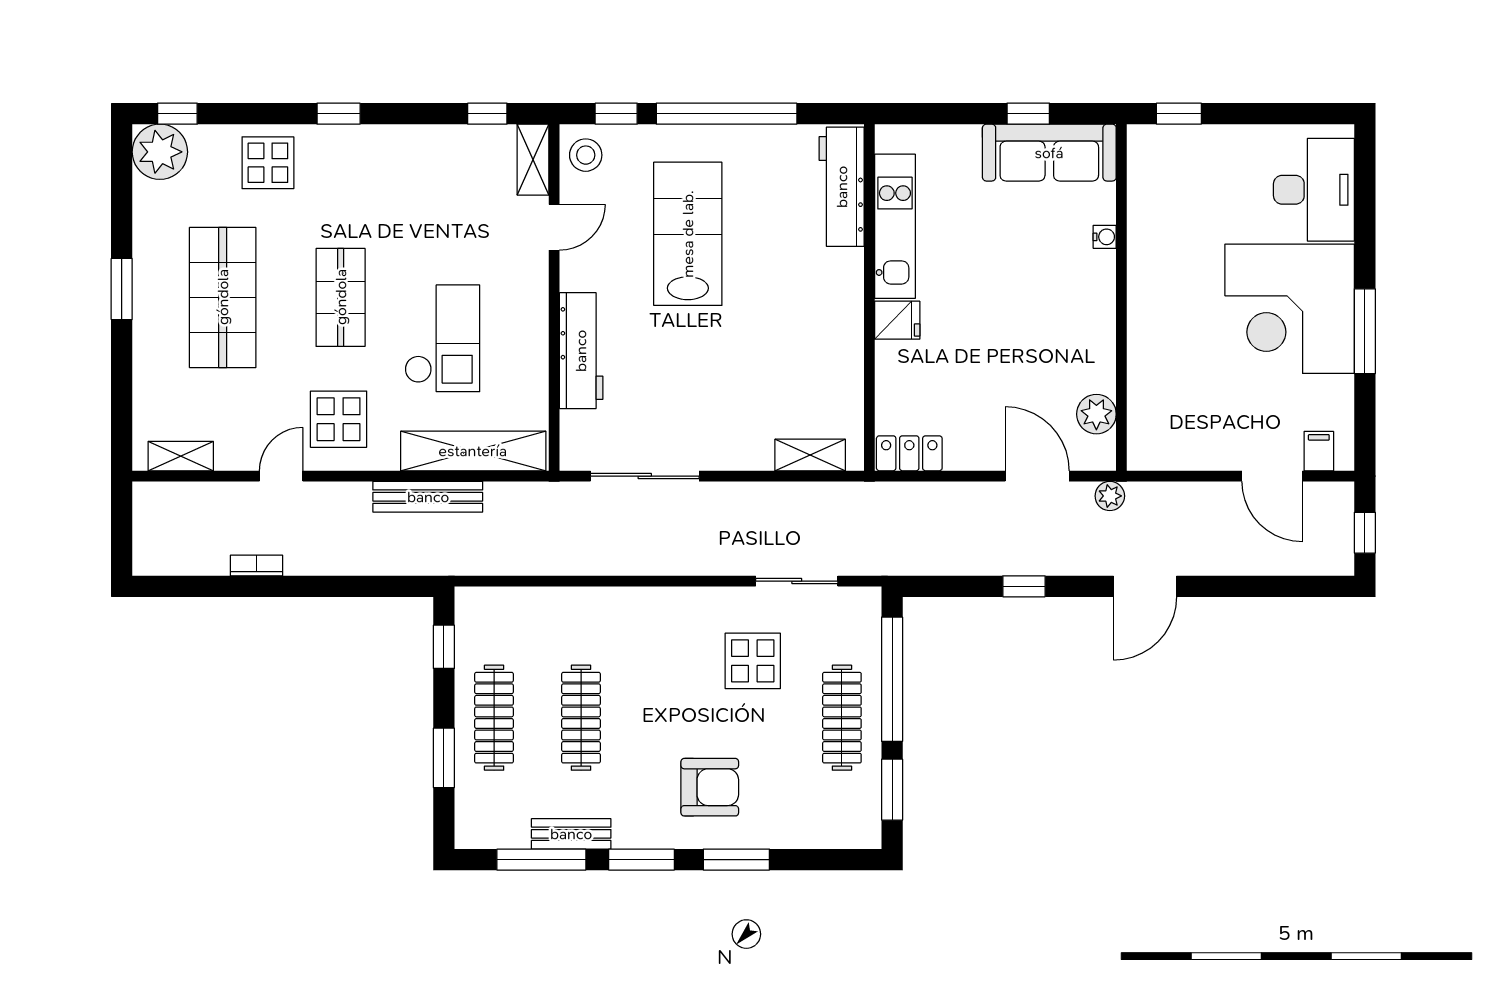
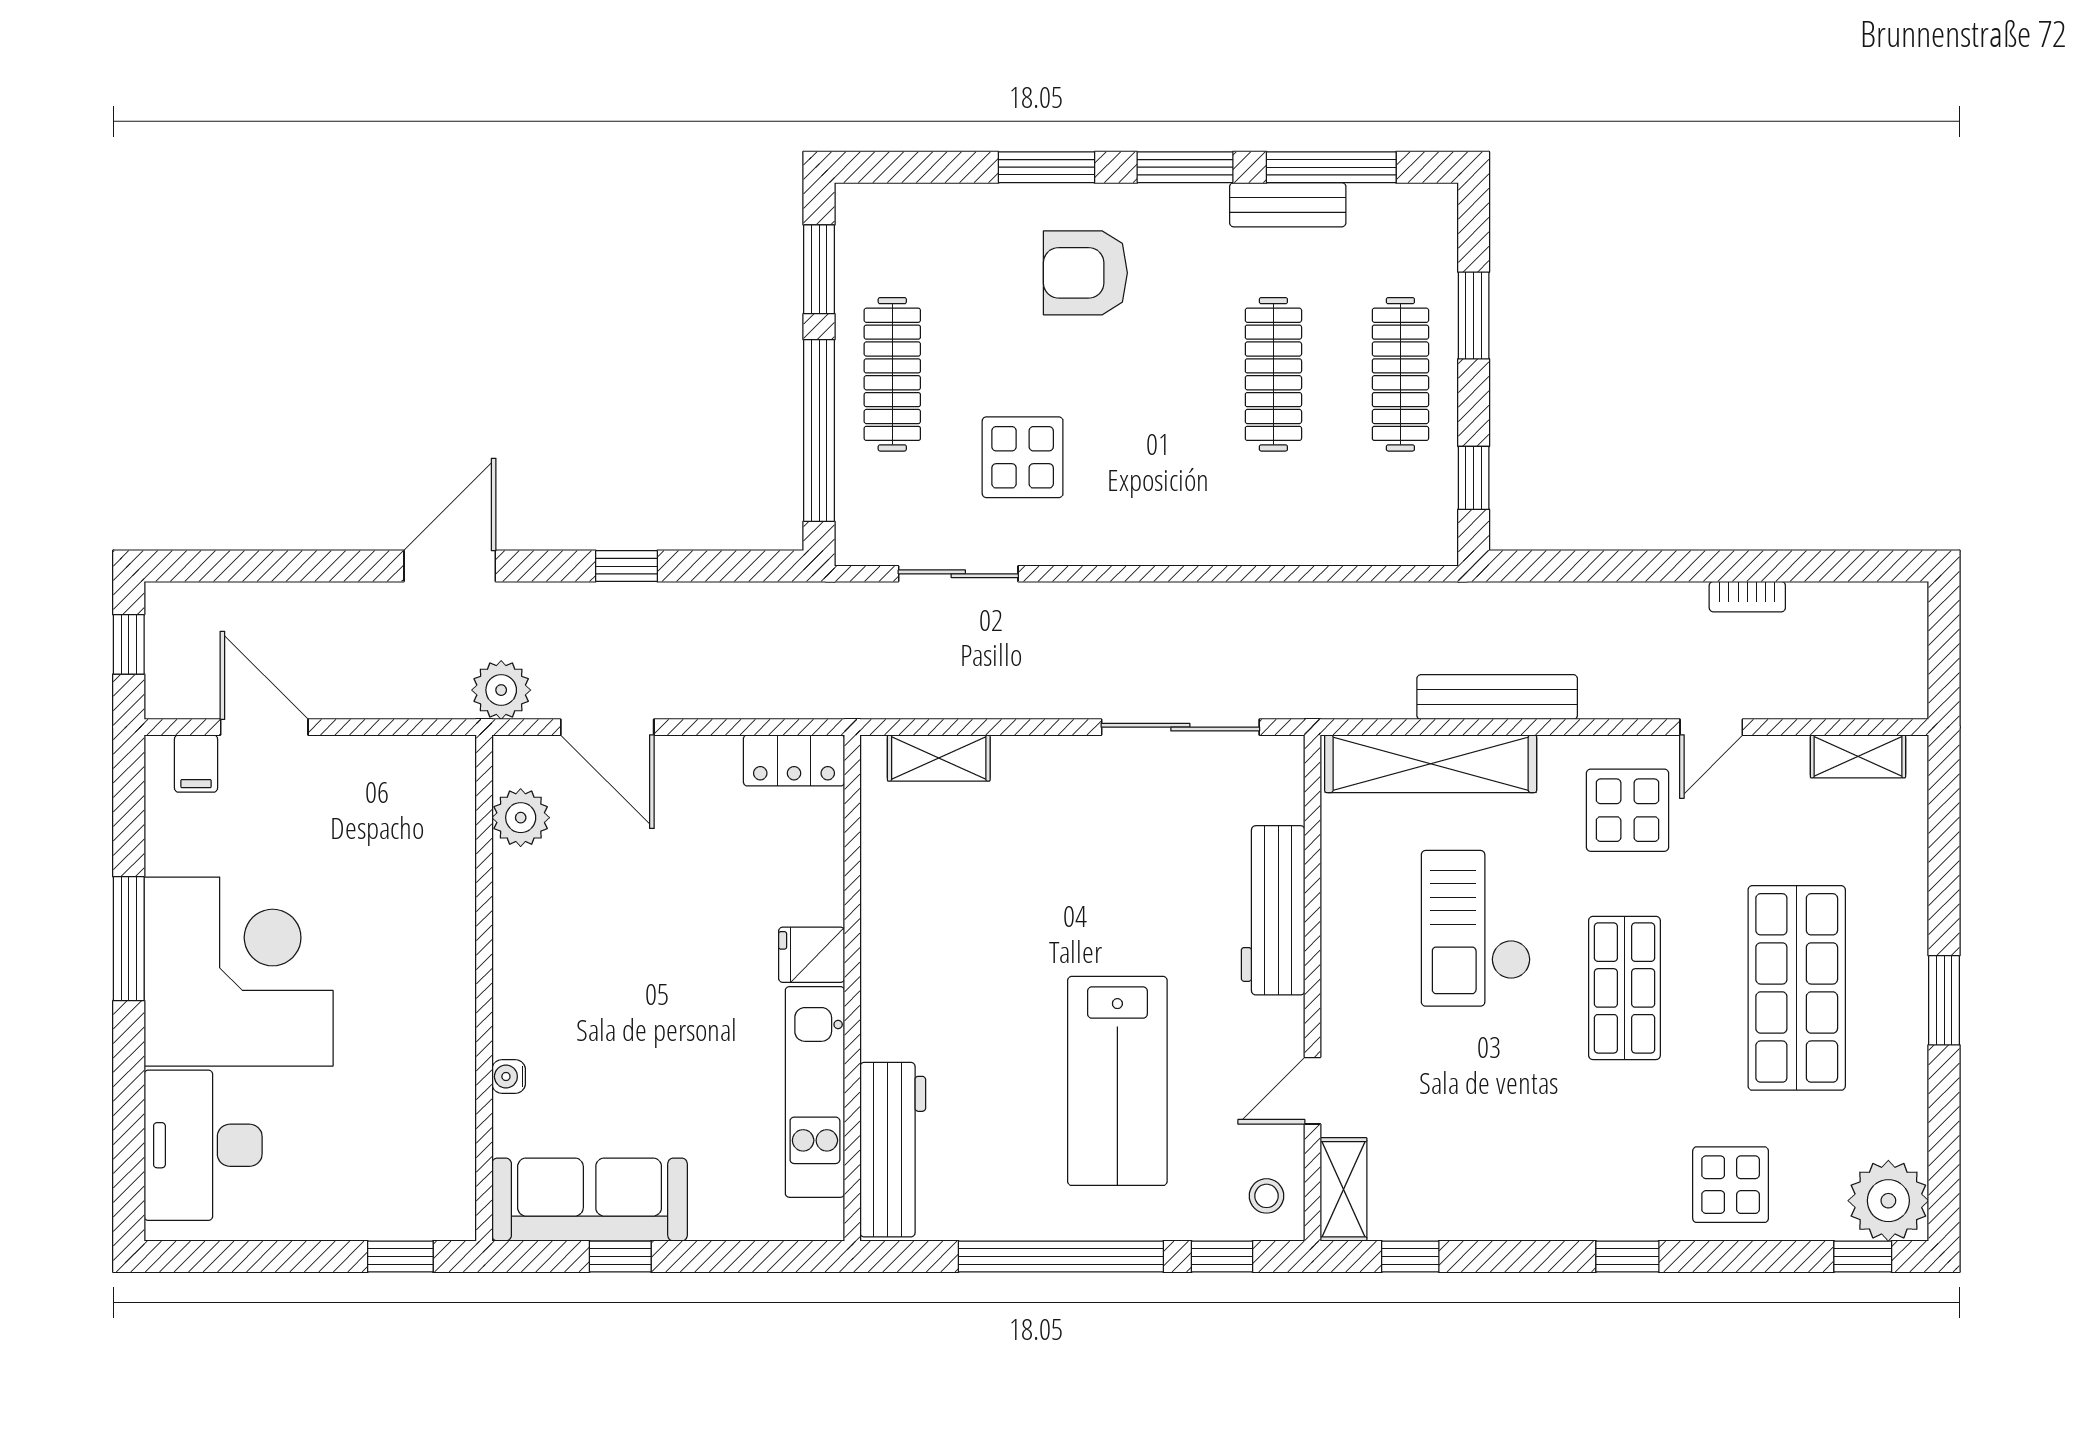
stool: (586, 155) -> (1266, 1196), width x0.73, depth x0.73
plant: (1110, 496) -> (501, 690), width x1.38, depth x1.38

